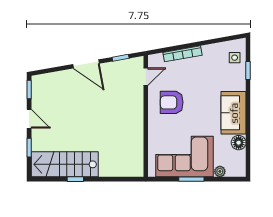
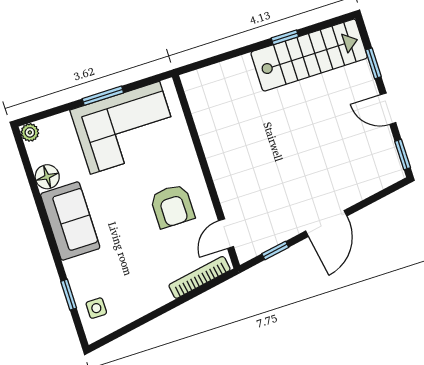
bookcase: (182, 54) -> (200, 277), moved
door: (86, 64) -> (326, 224), swing flipped
armchair: (172, 102) -> (172, 206), turned 90
plant: (220, 171) -> (30, 132), moved

